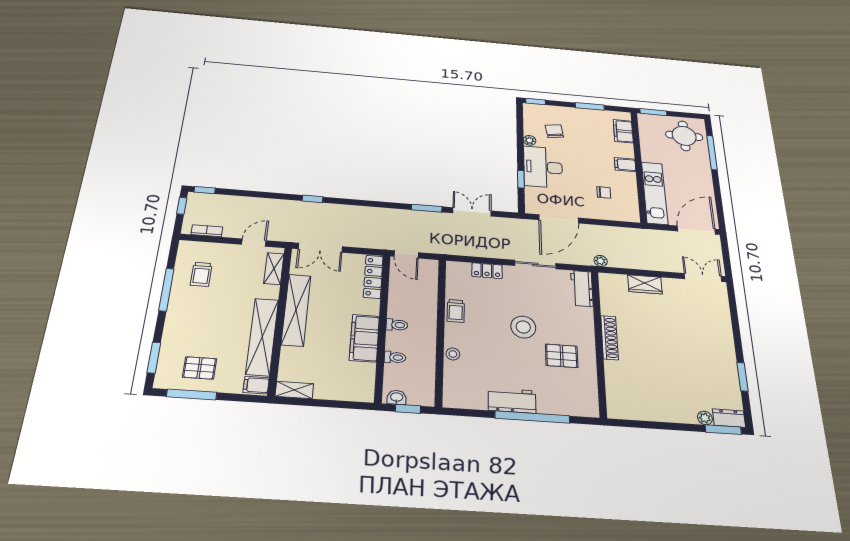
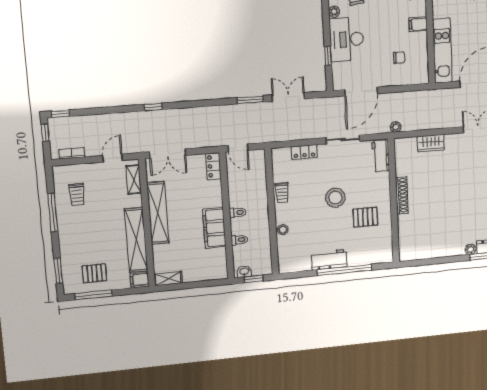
locker: (373, 277) -> (213, 166), width x0.66

